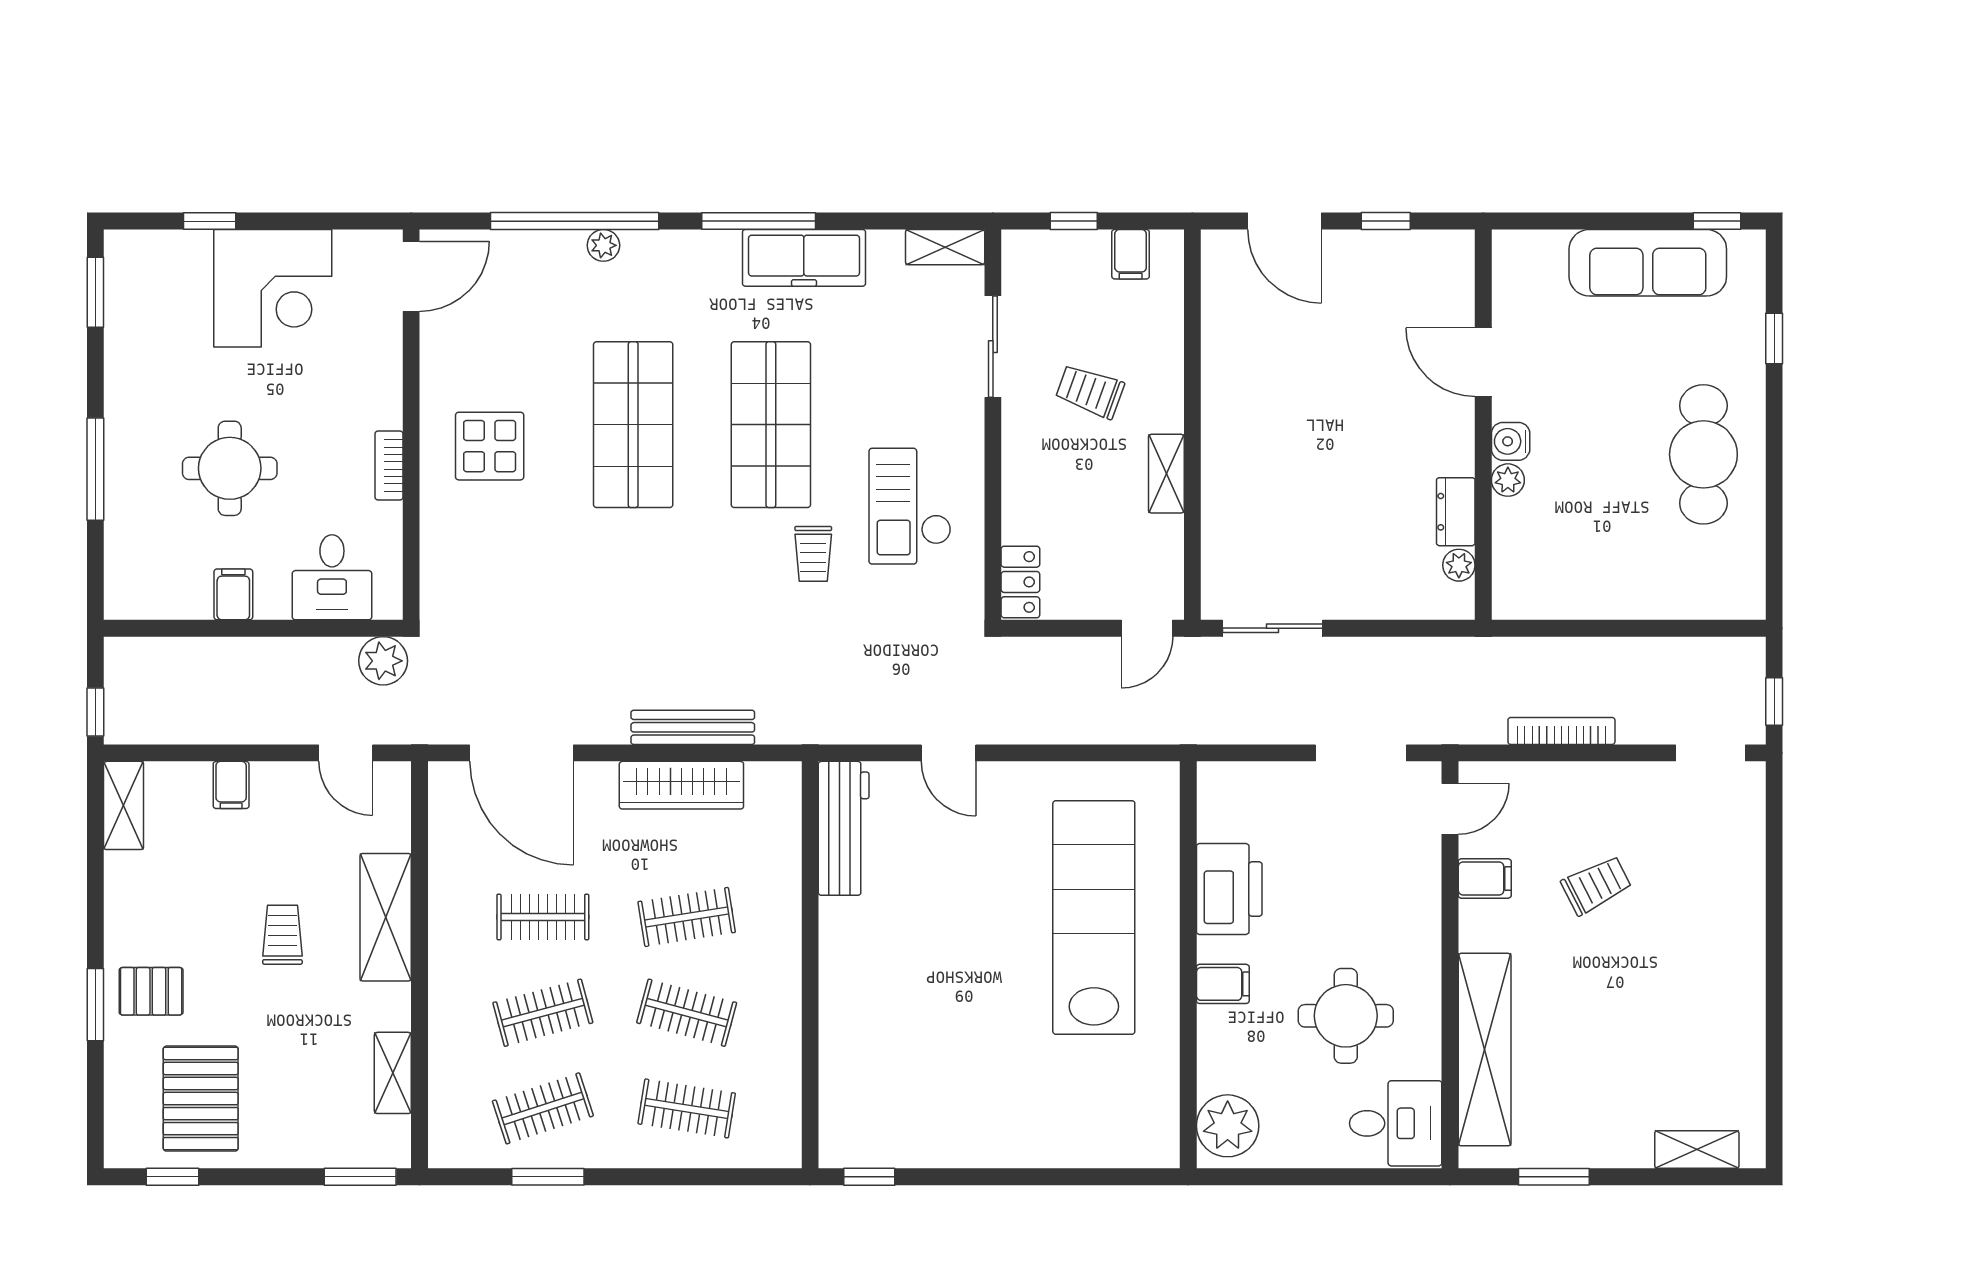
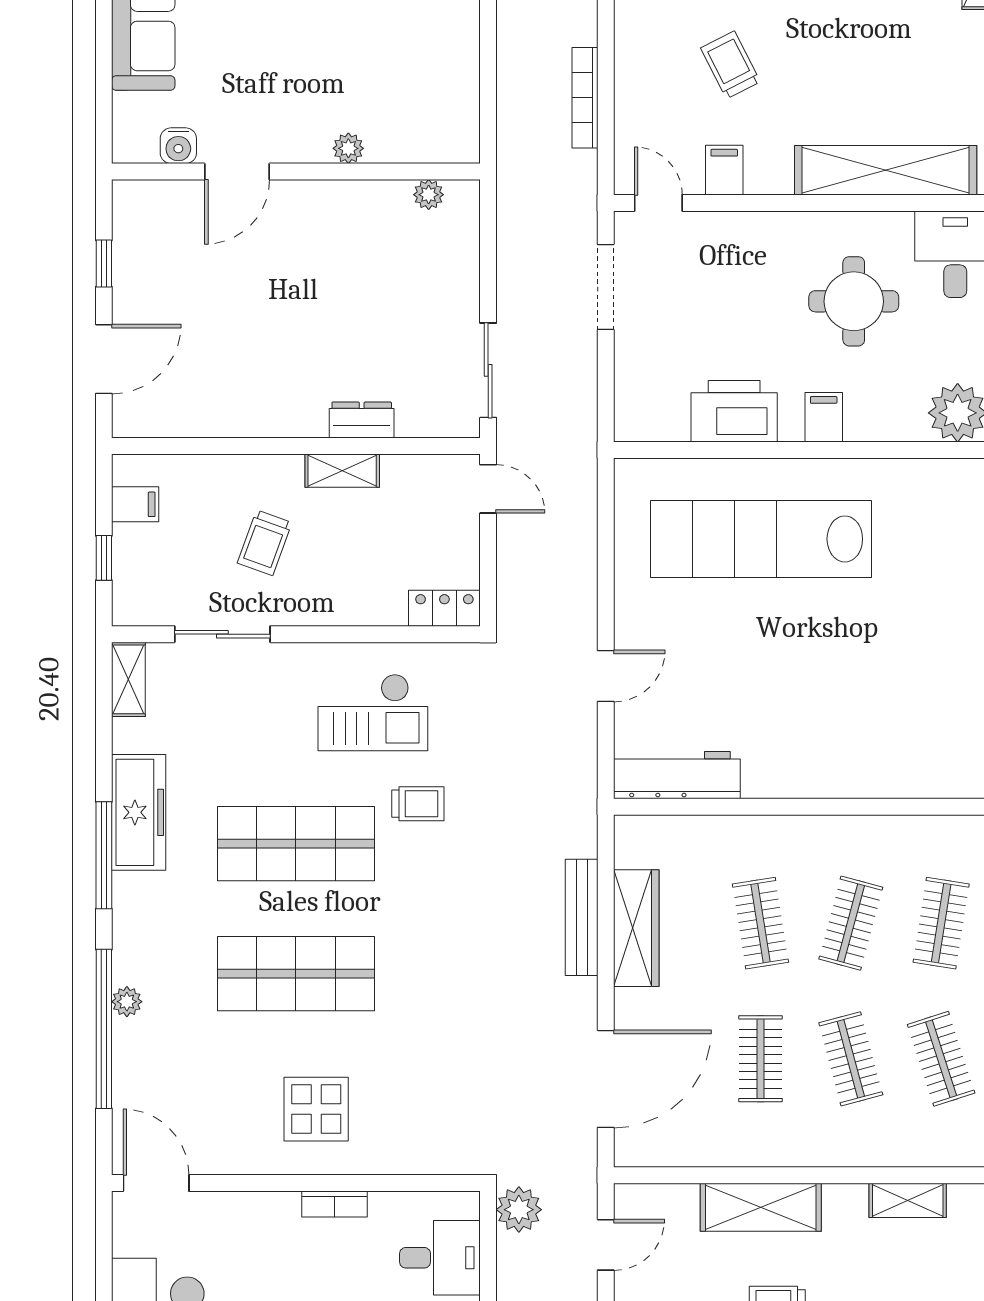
water cooler: (1511, 441) -> (178, 146), moved
dresser: (1456, 512) -> (362, 420), moved, turned 180

